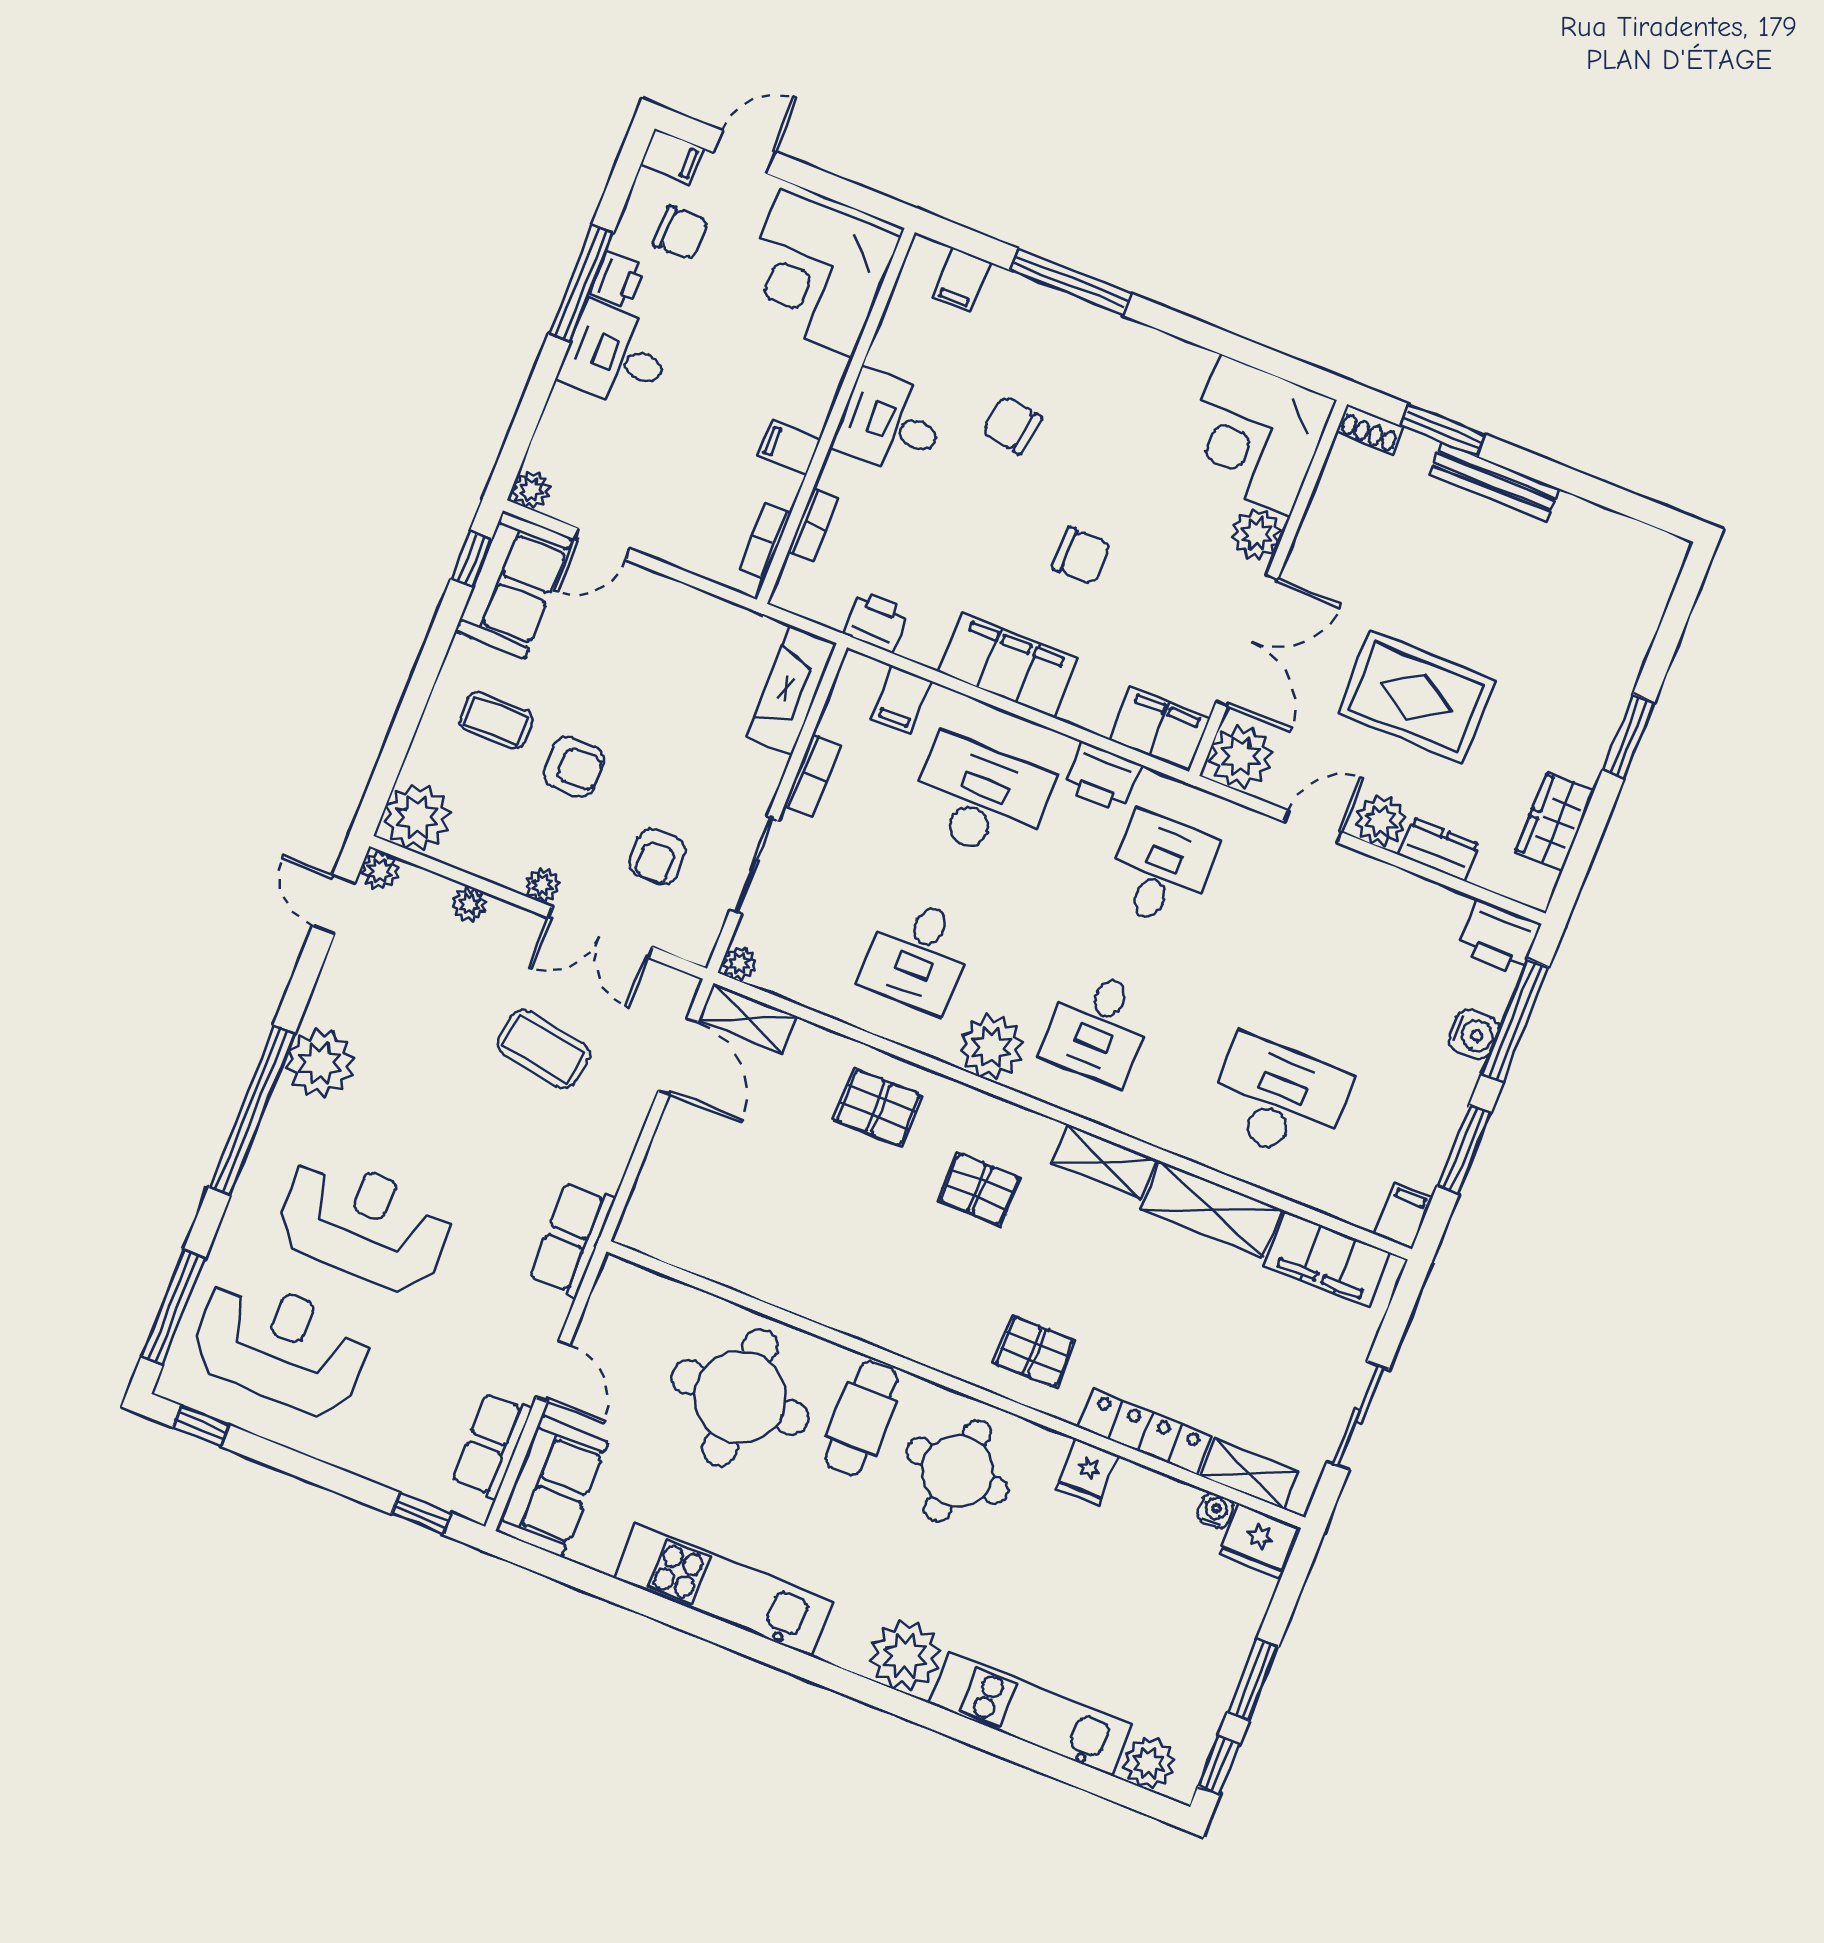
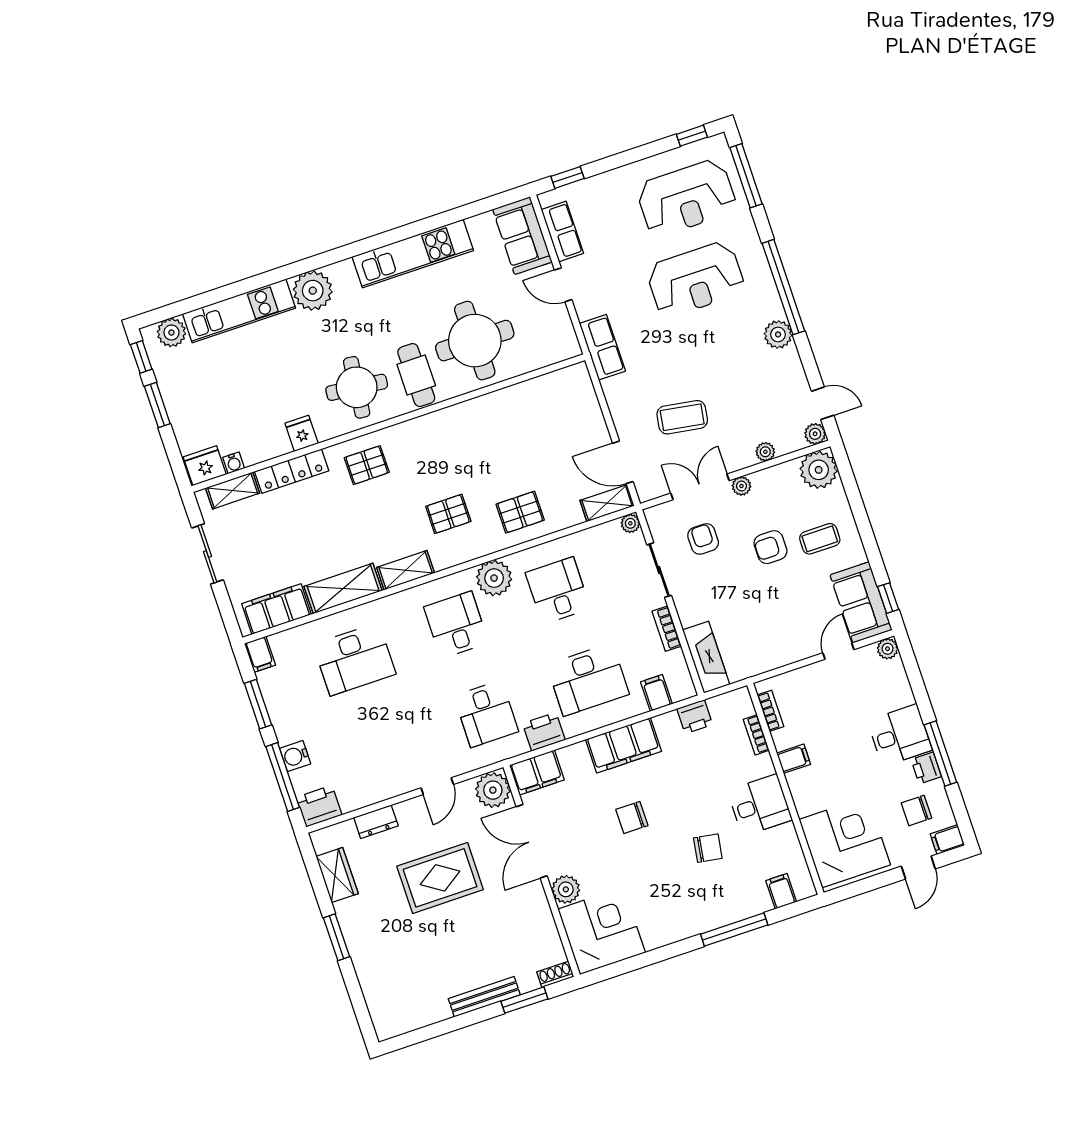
plant: (1381, 821) -> (411, 813), removed
plant: (320, 1063) -> (778, 334), width x0.73, depth x0.73

